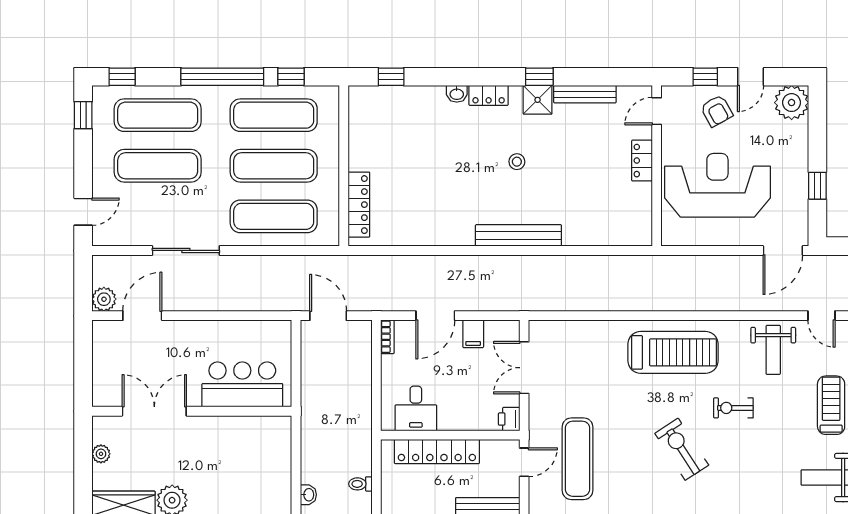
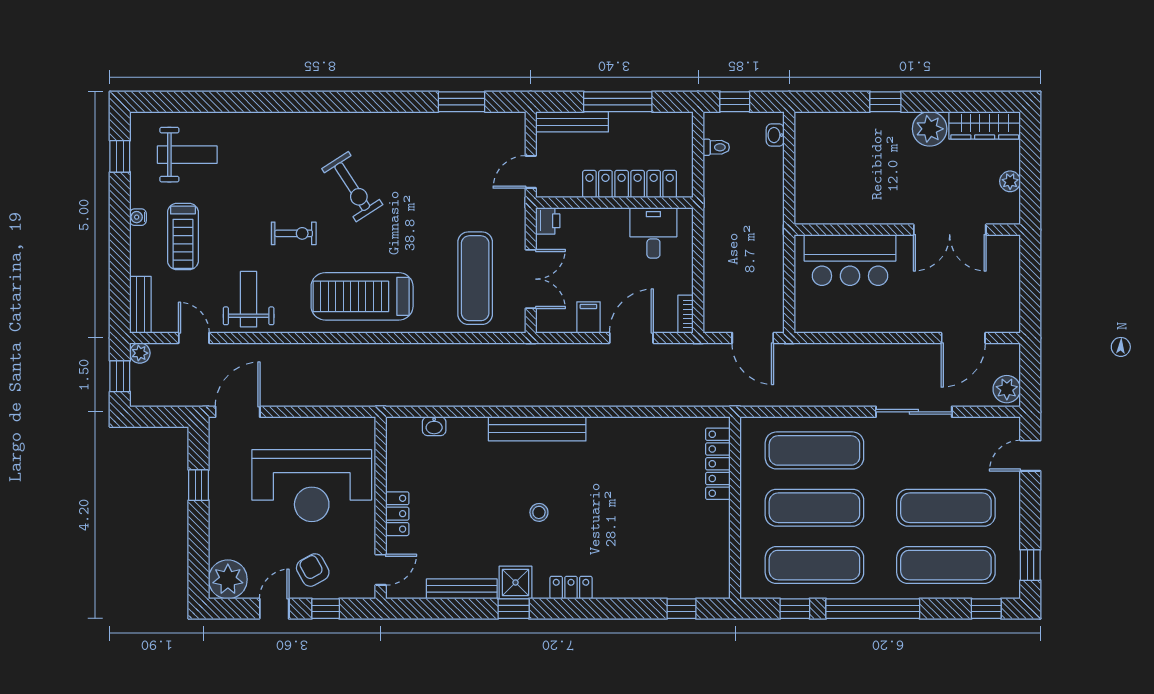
washbasin: (457, 94) -> (434, 426), moved, turned 180
plant: (104, 299) -> (1007, 389), moved
exercise mat: (577, 459) -> (475, 278), moved

